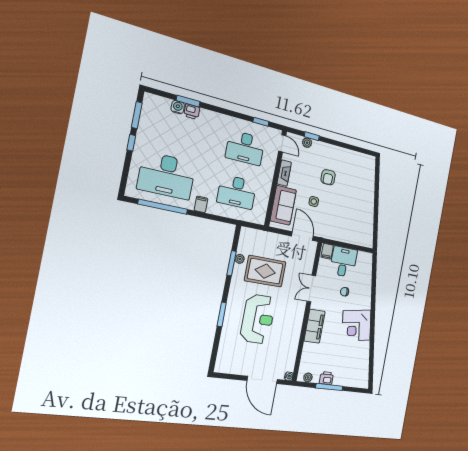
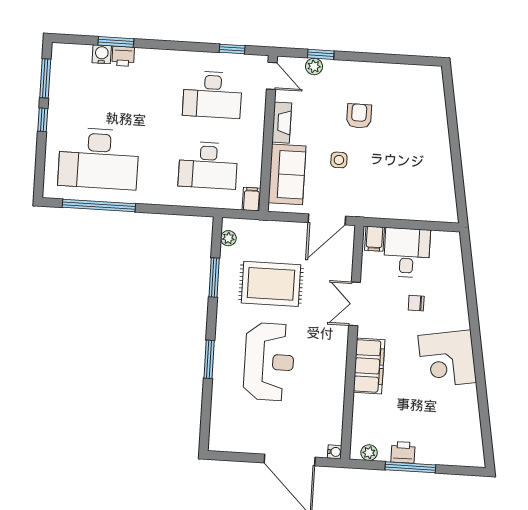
armchair: (328, 177) -> (359, 116), turned 180
filing cabinet: (201, 204) -> (251, 199), moved
door: (302, 236) -> (327, 219), swing flipped
plant: (240, 259) -> (228, 238), moved

